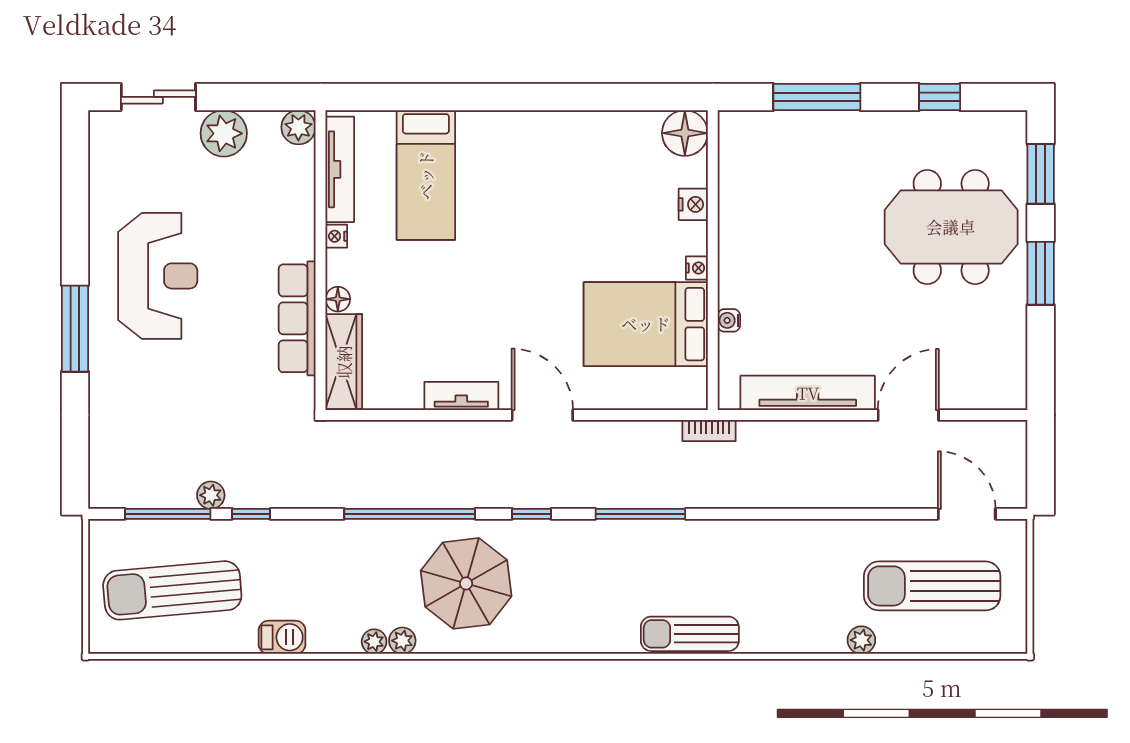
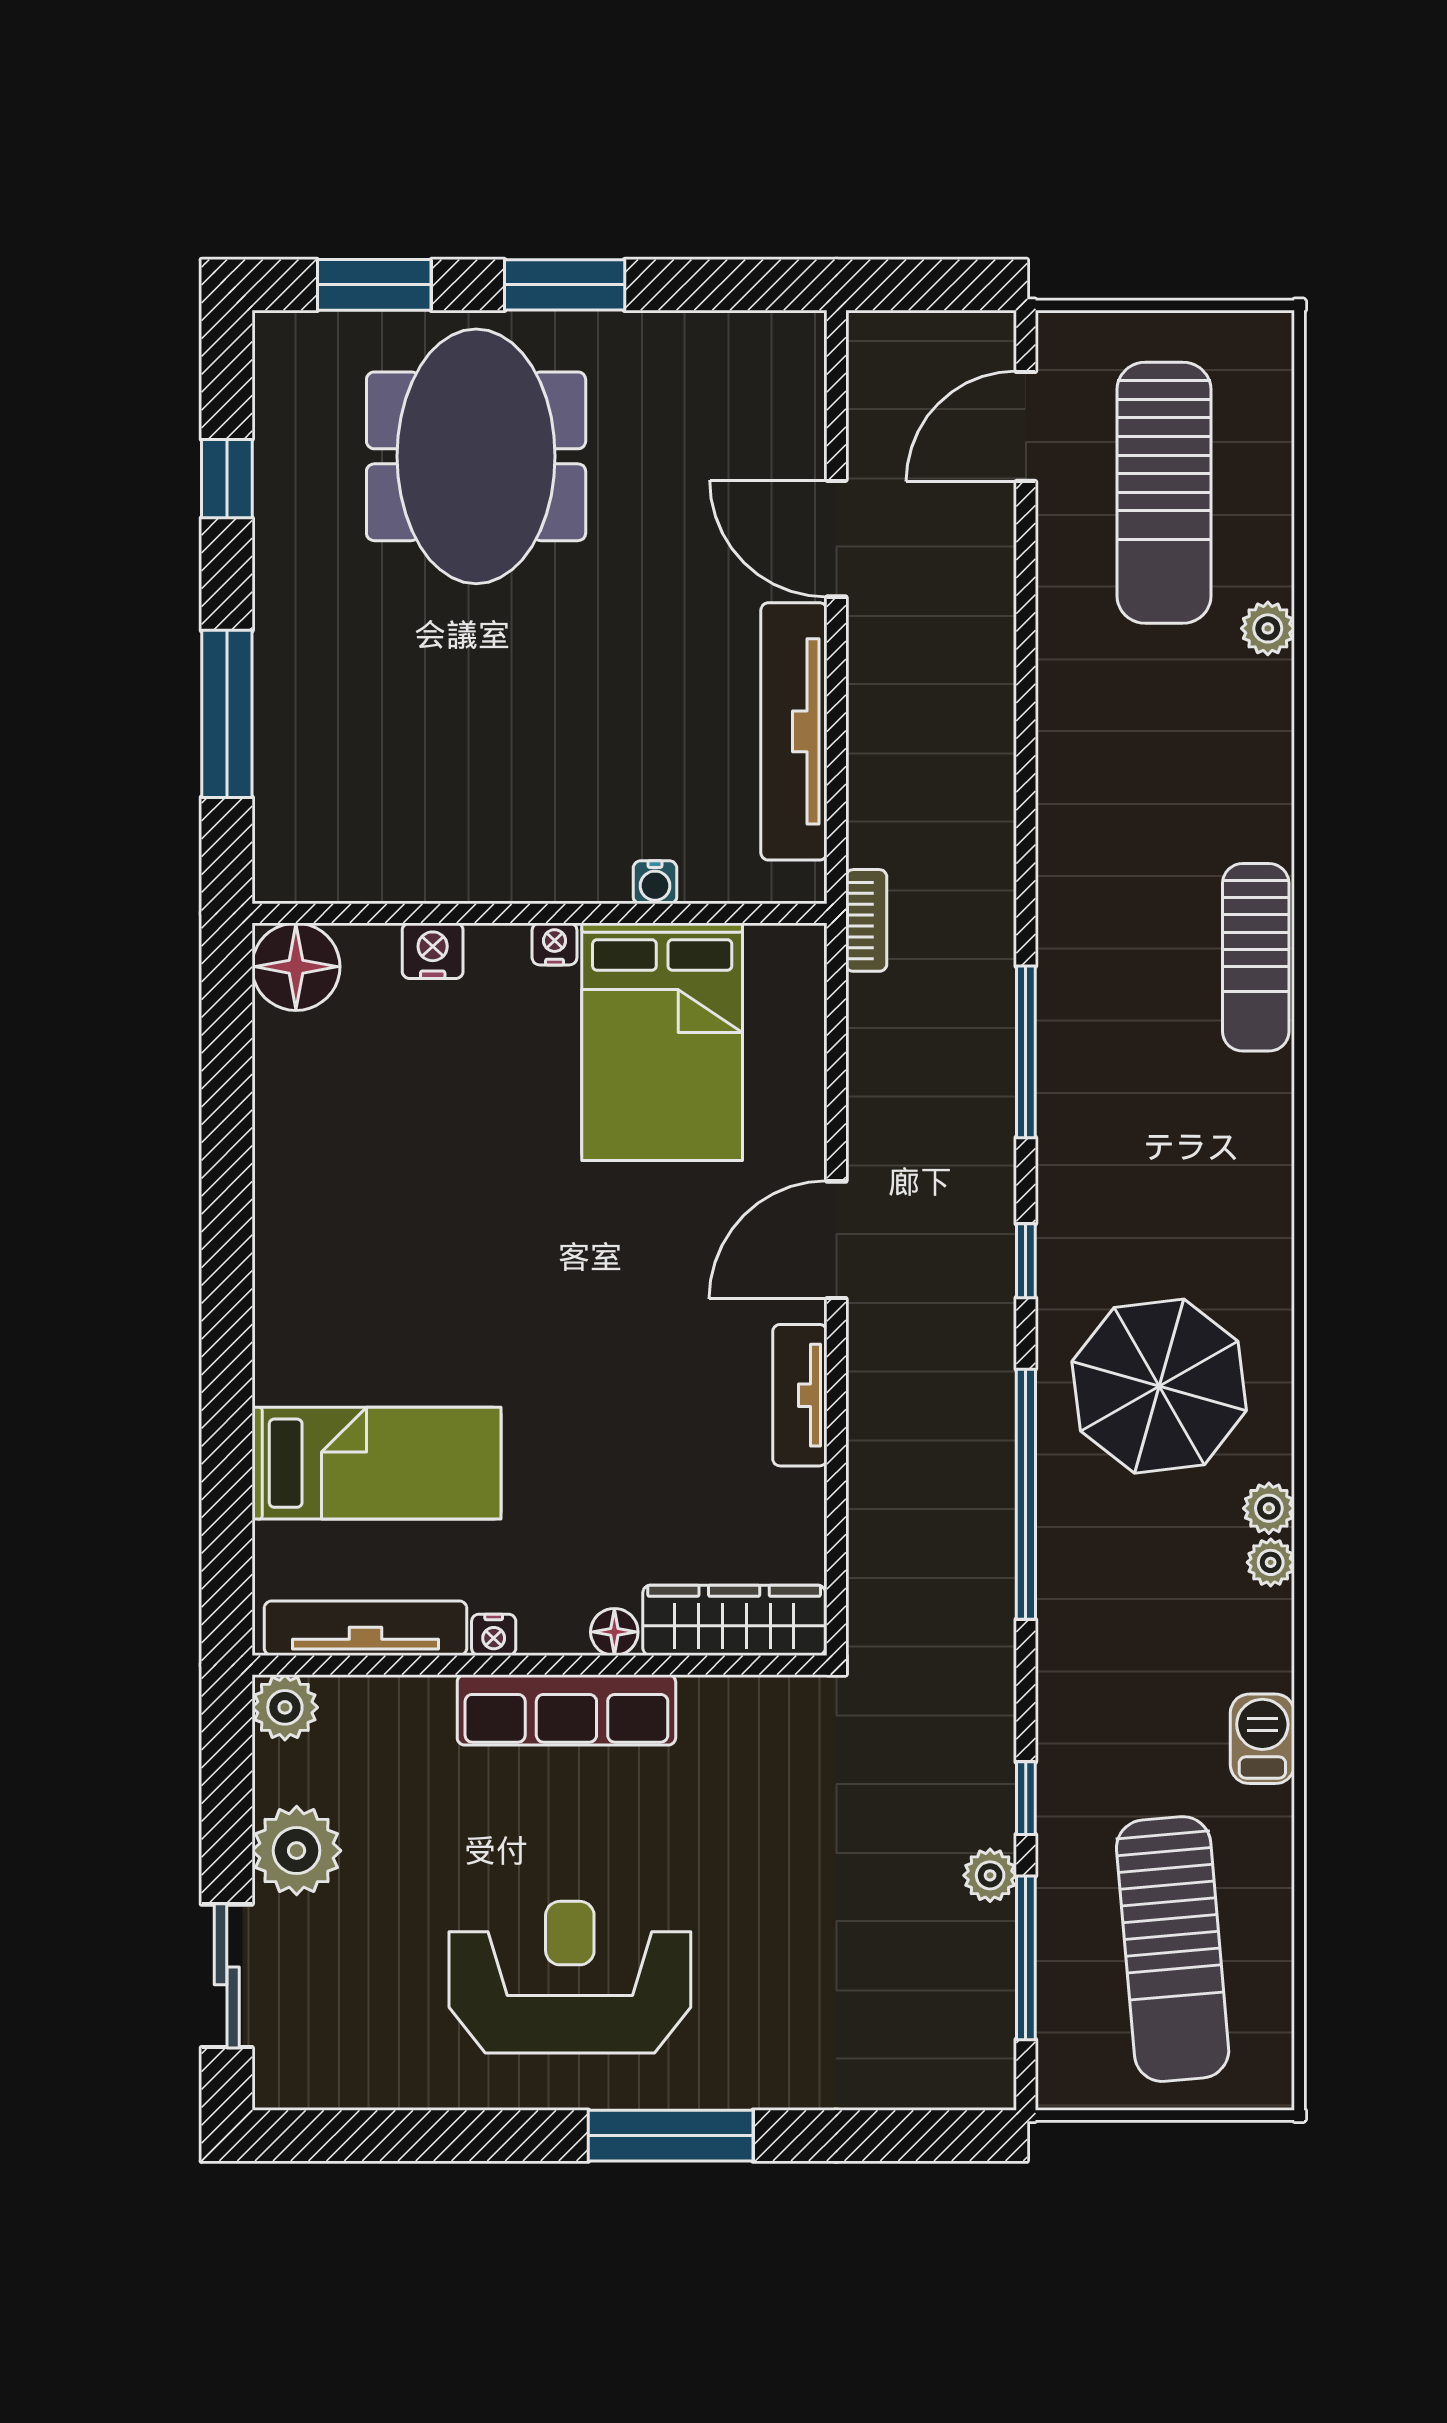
row of seats: (297, 318) -> (566, 1710), moved

